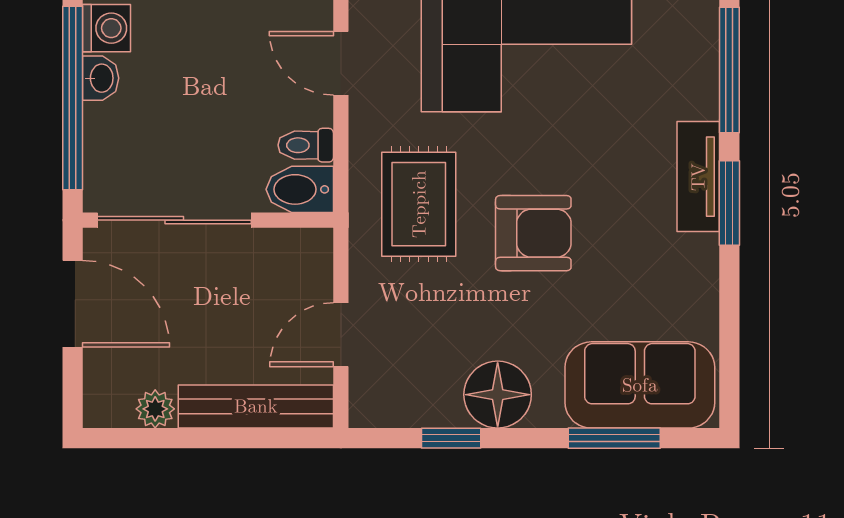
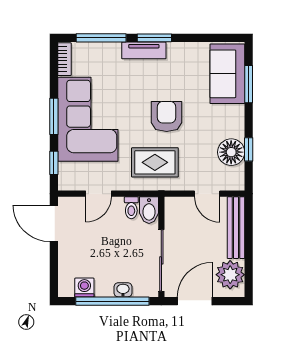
washbasin: (101, 78) -> (123, 290), moved
floor lamp: (498, 395) -> (231, 152), moved
plant: (155, 409) -> (230, 275), width x1.88, depth x1.88

